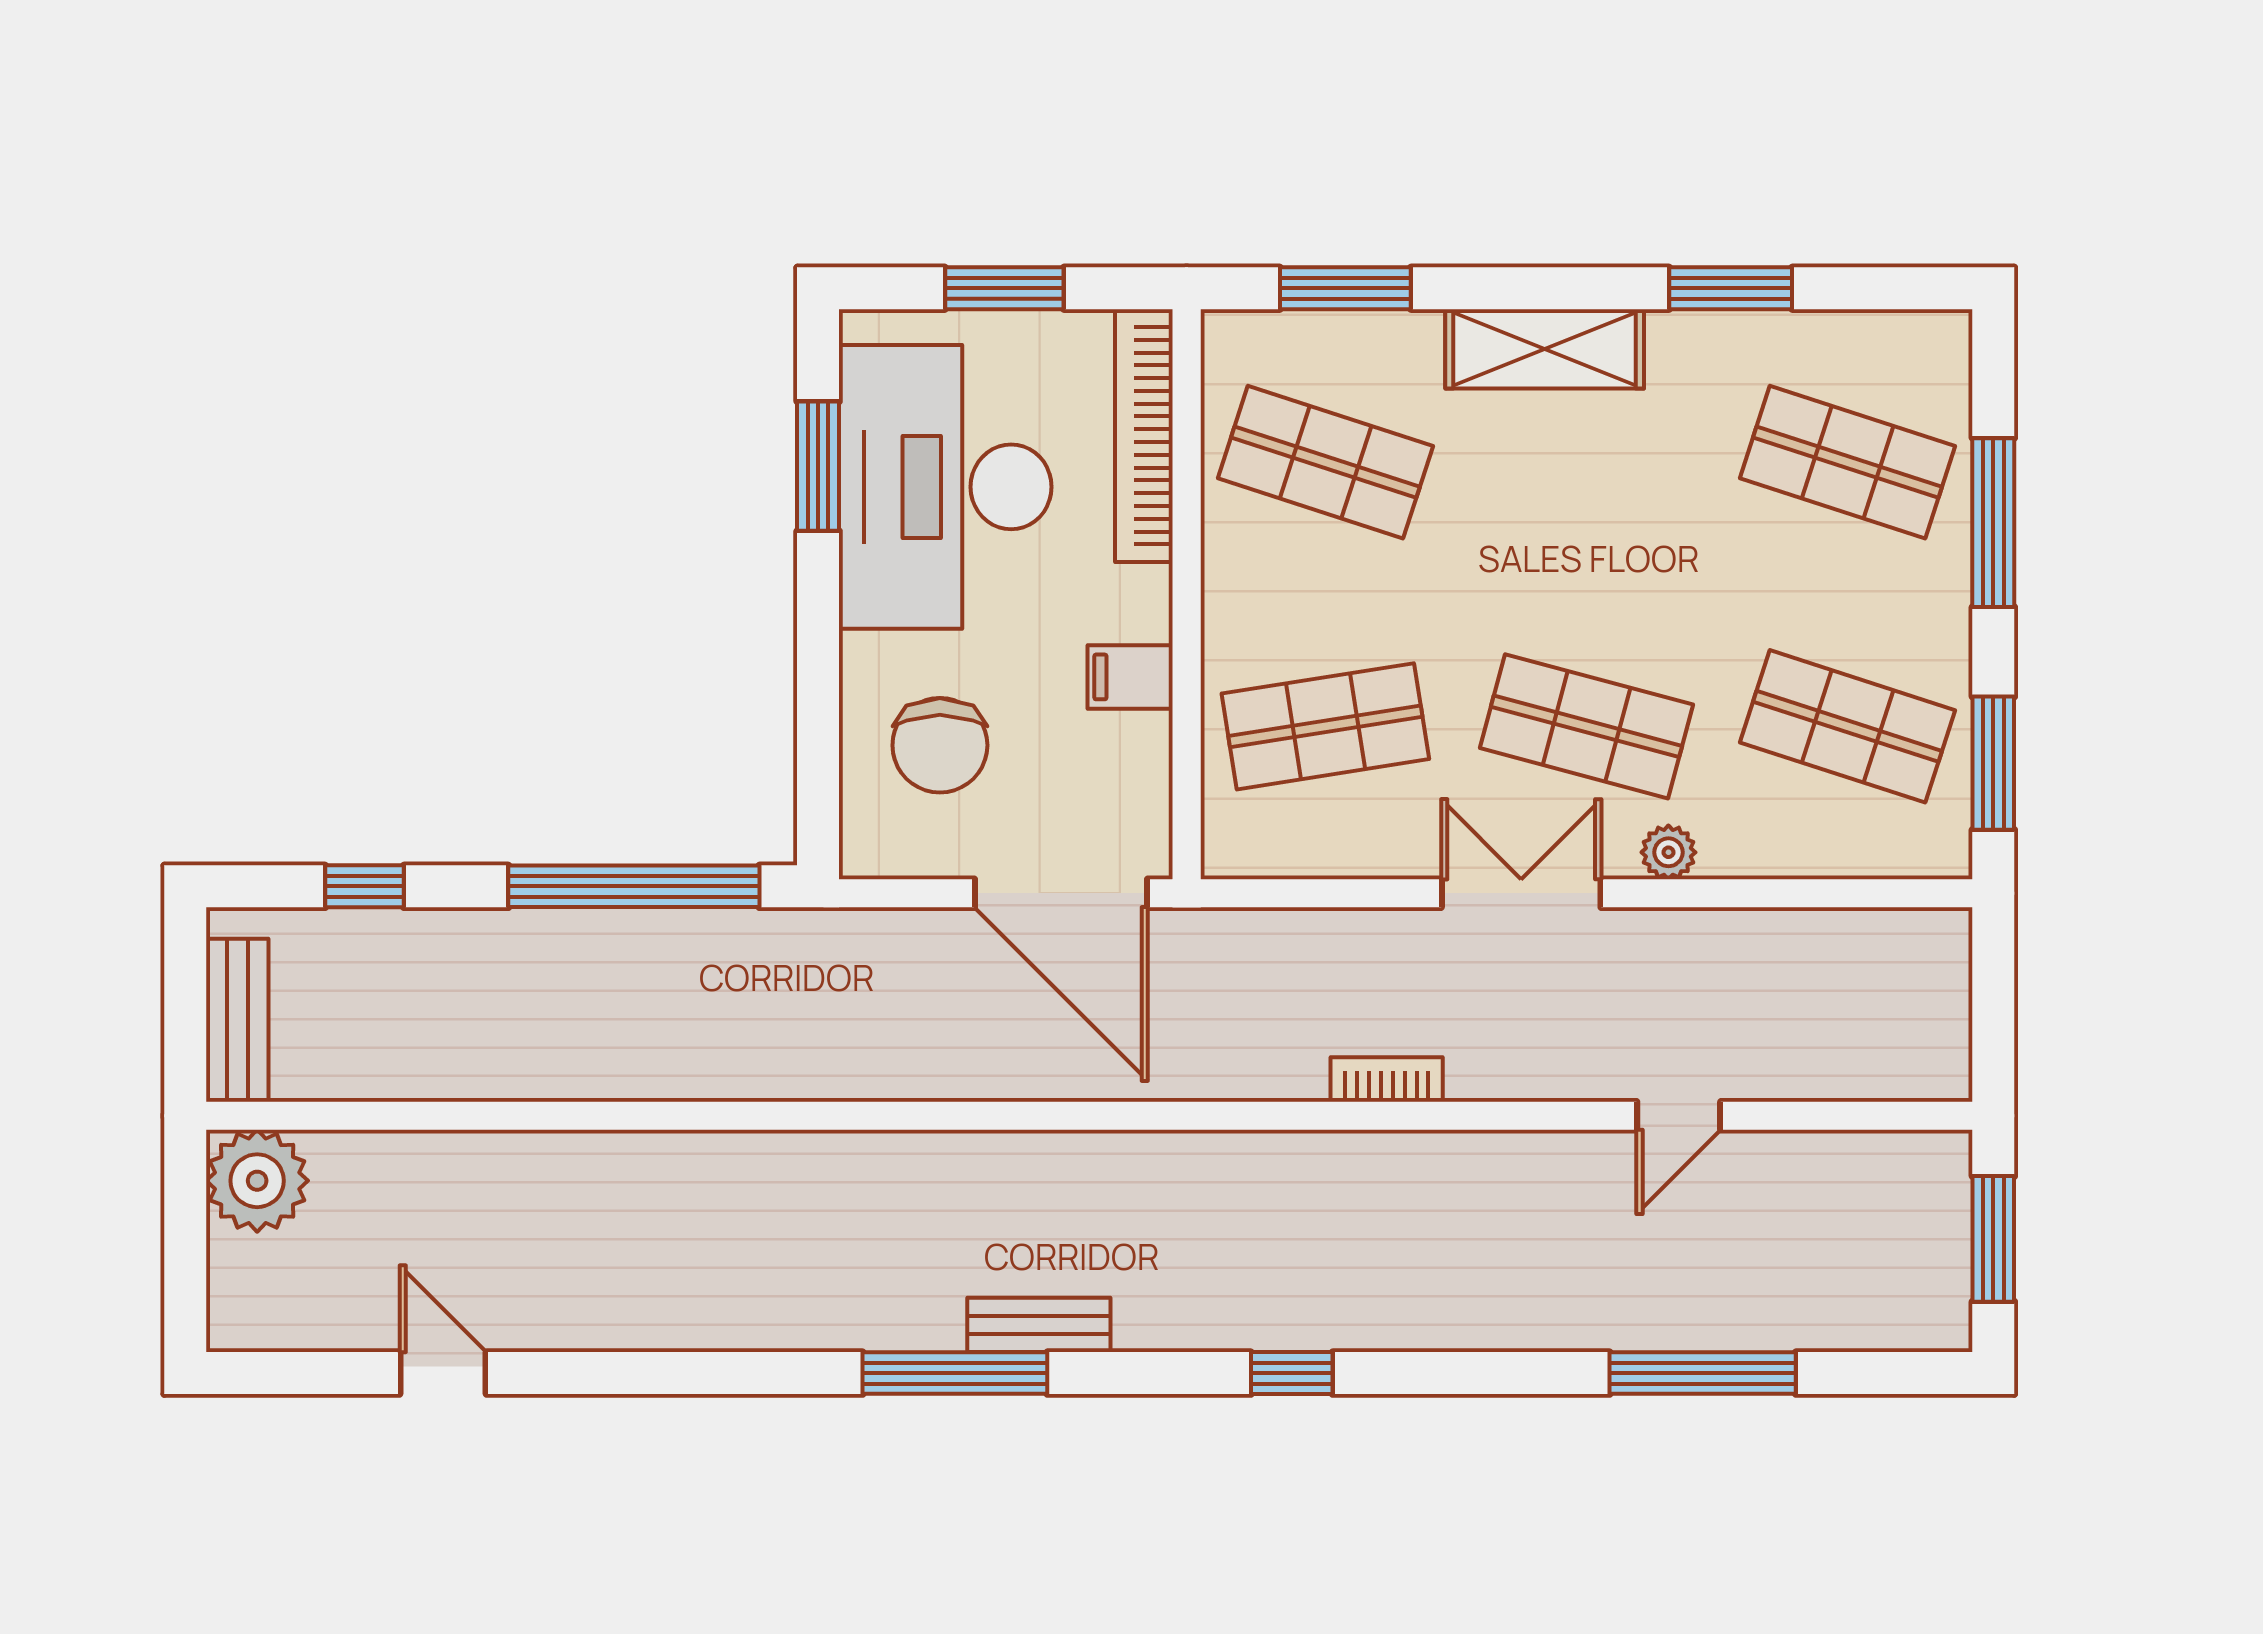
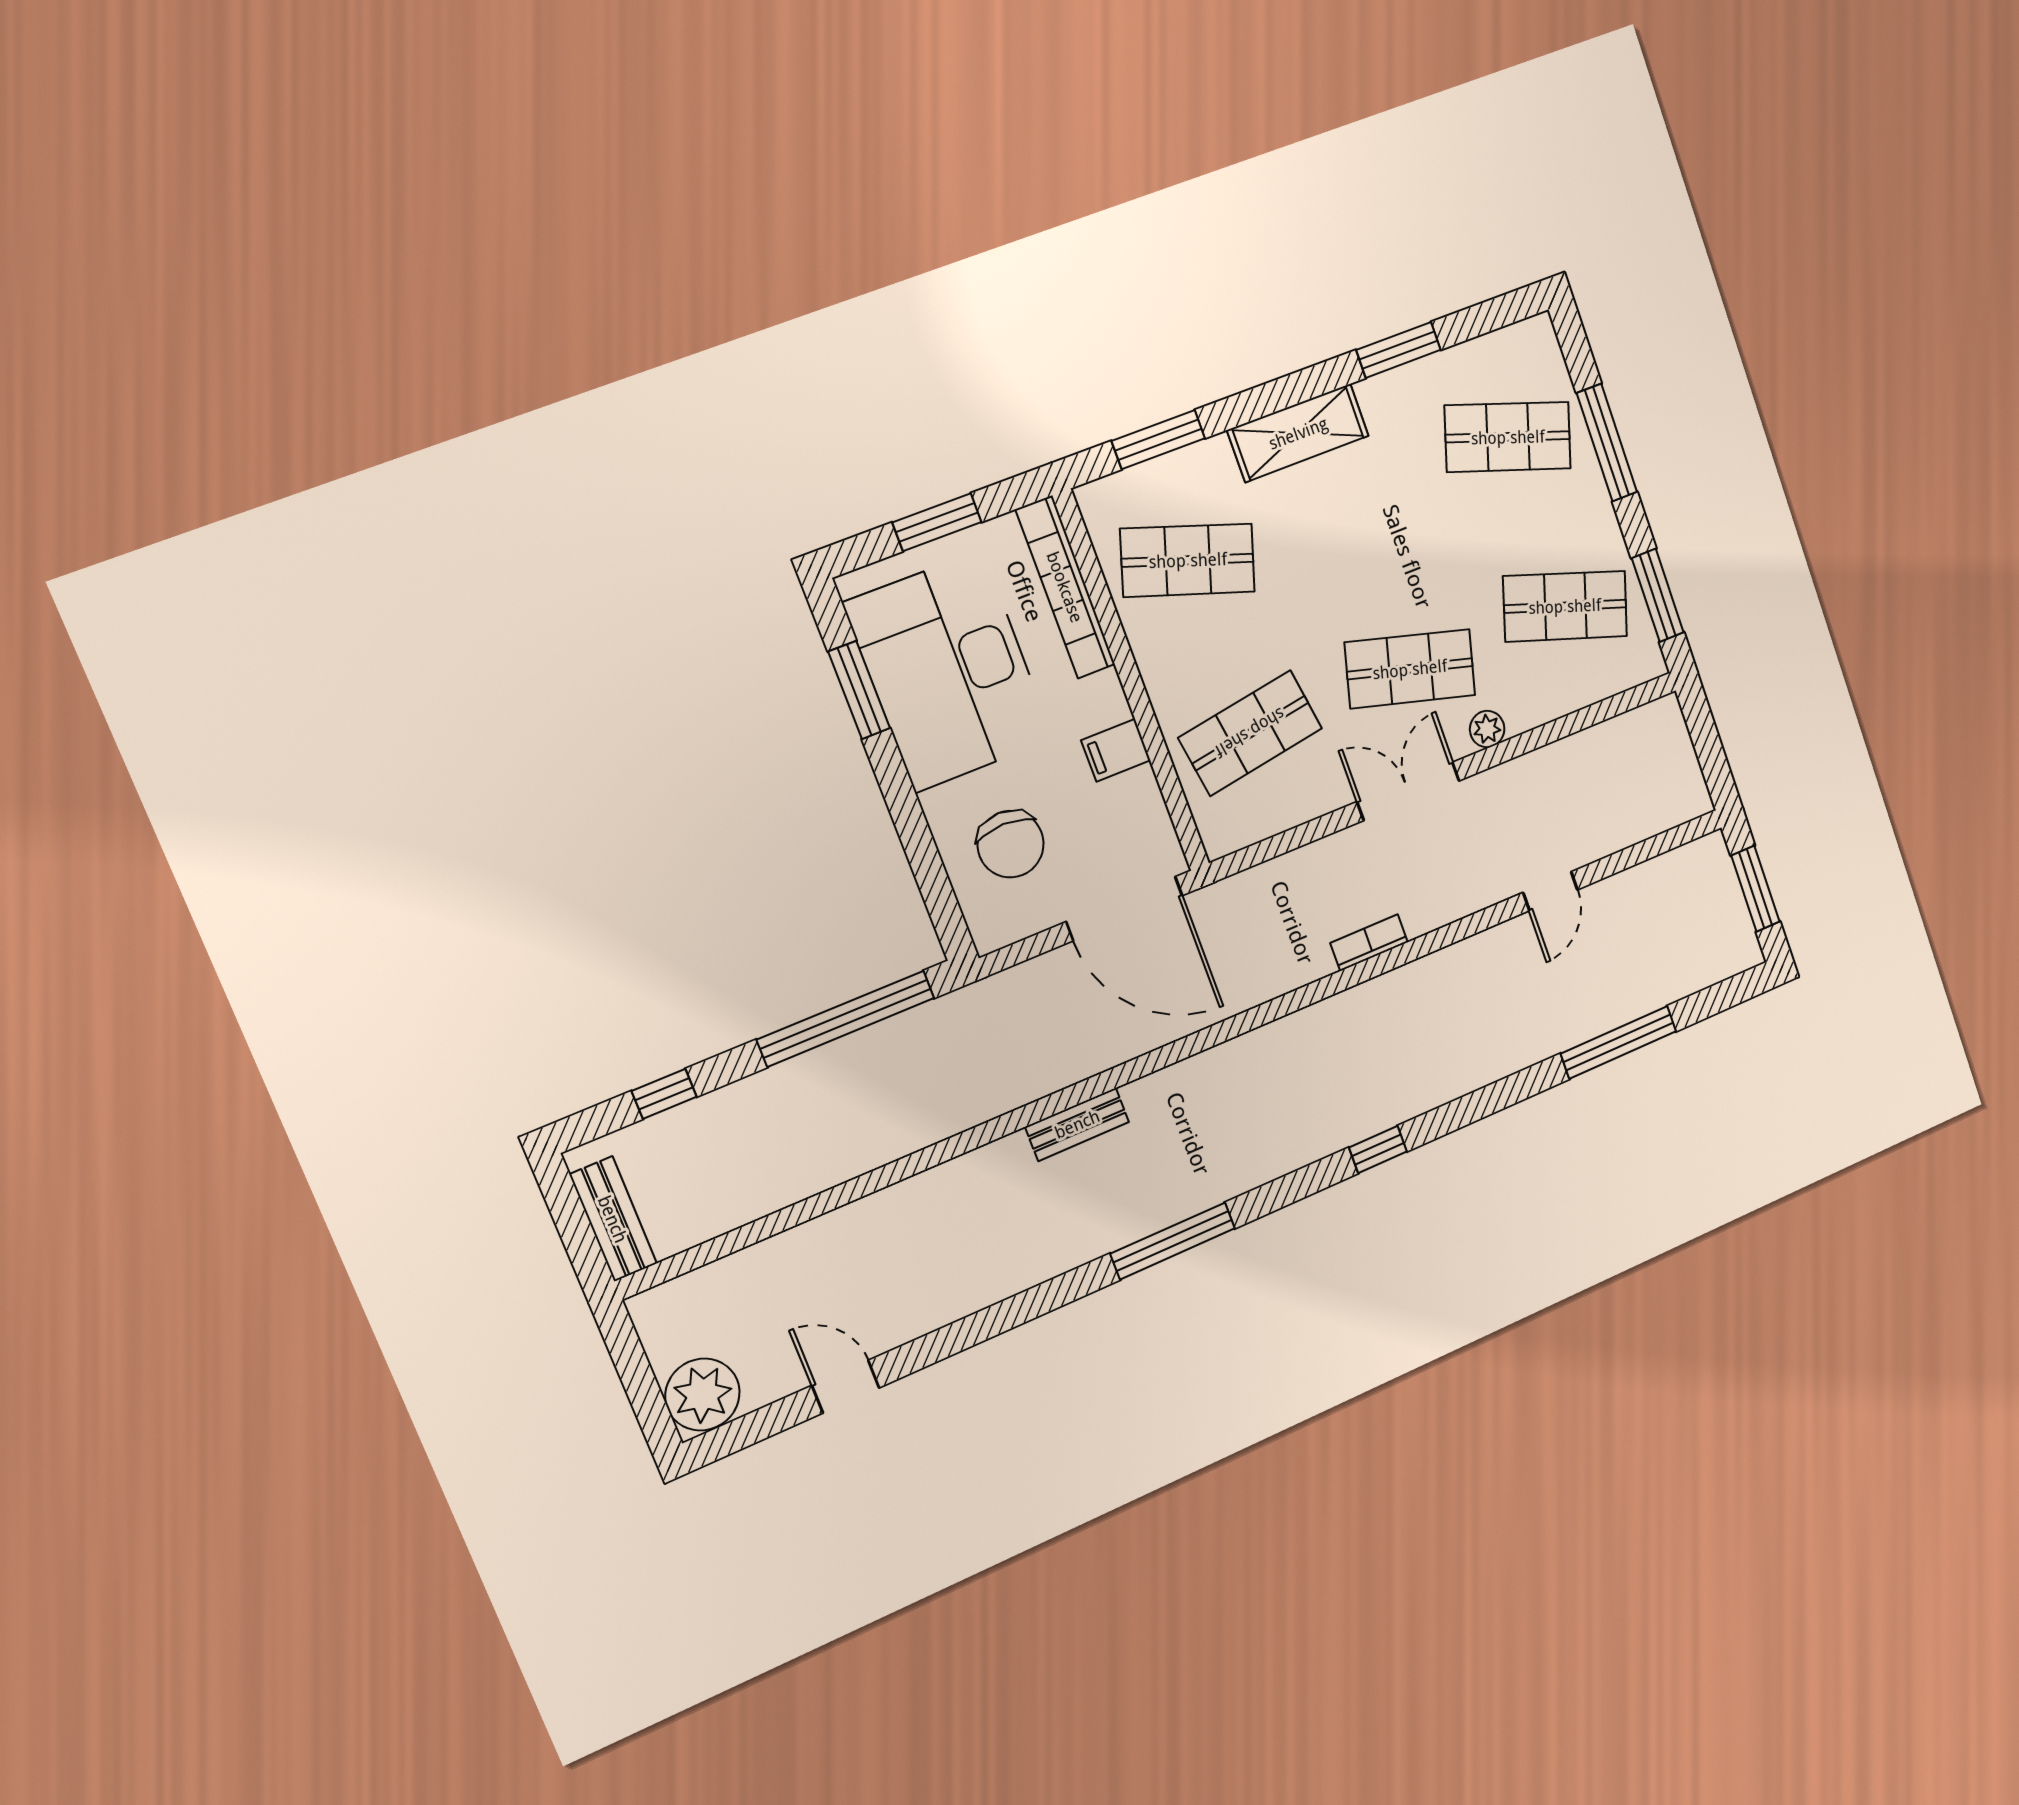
plant: (257, 1181) -> (702, 1395), moved
bench: (1039, 1325) -> (1077, 1124), moved

